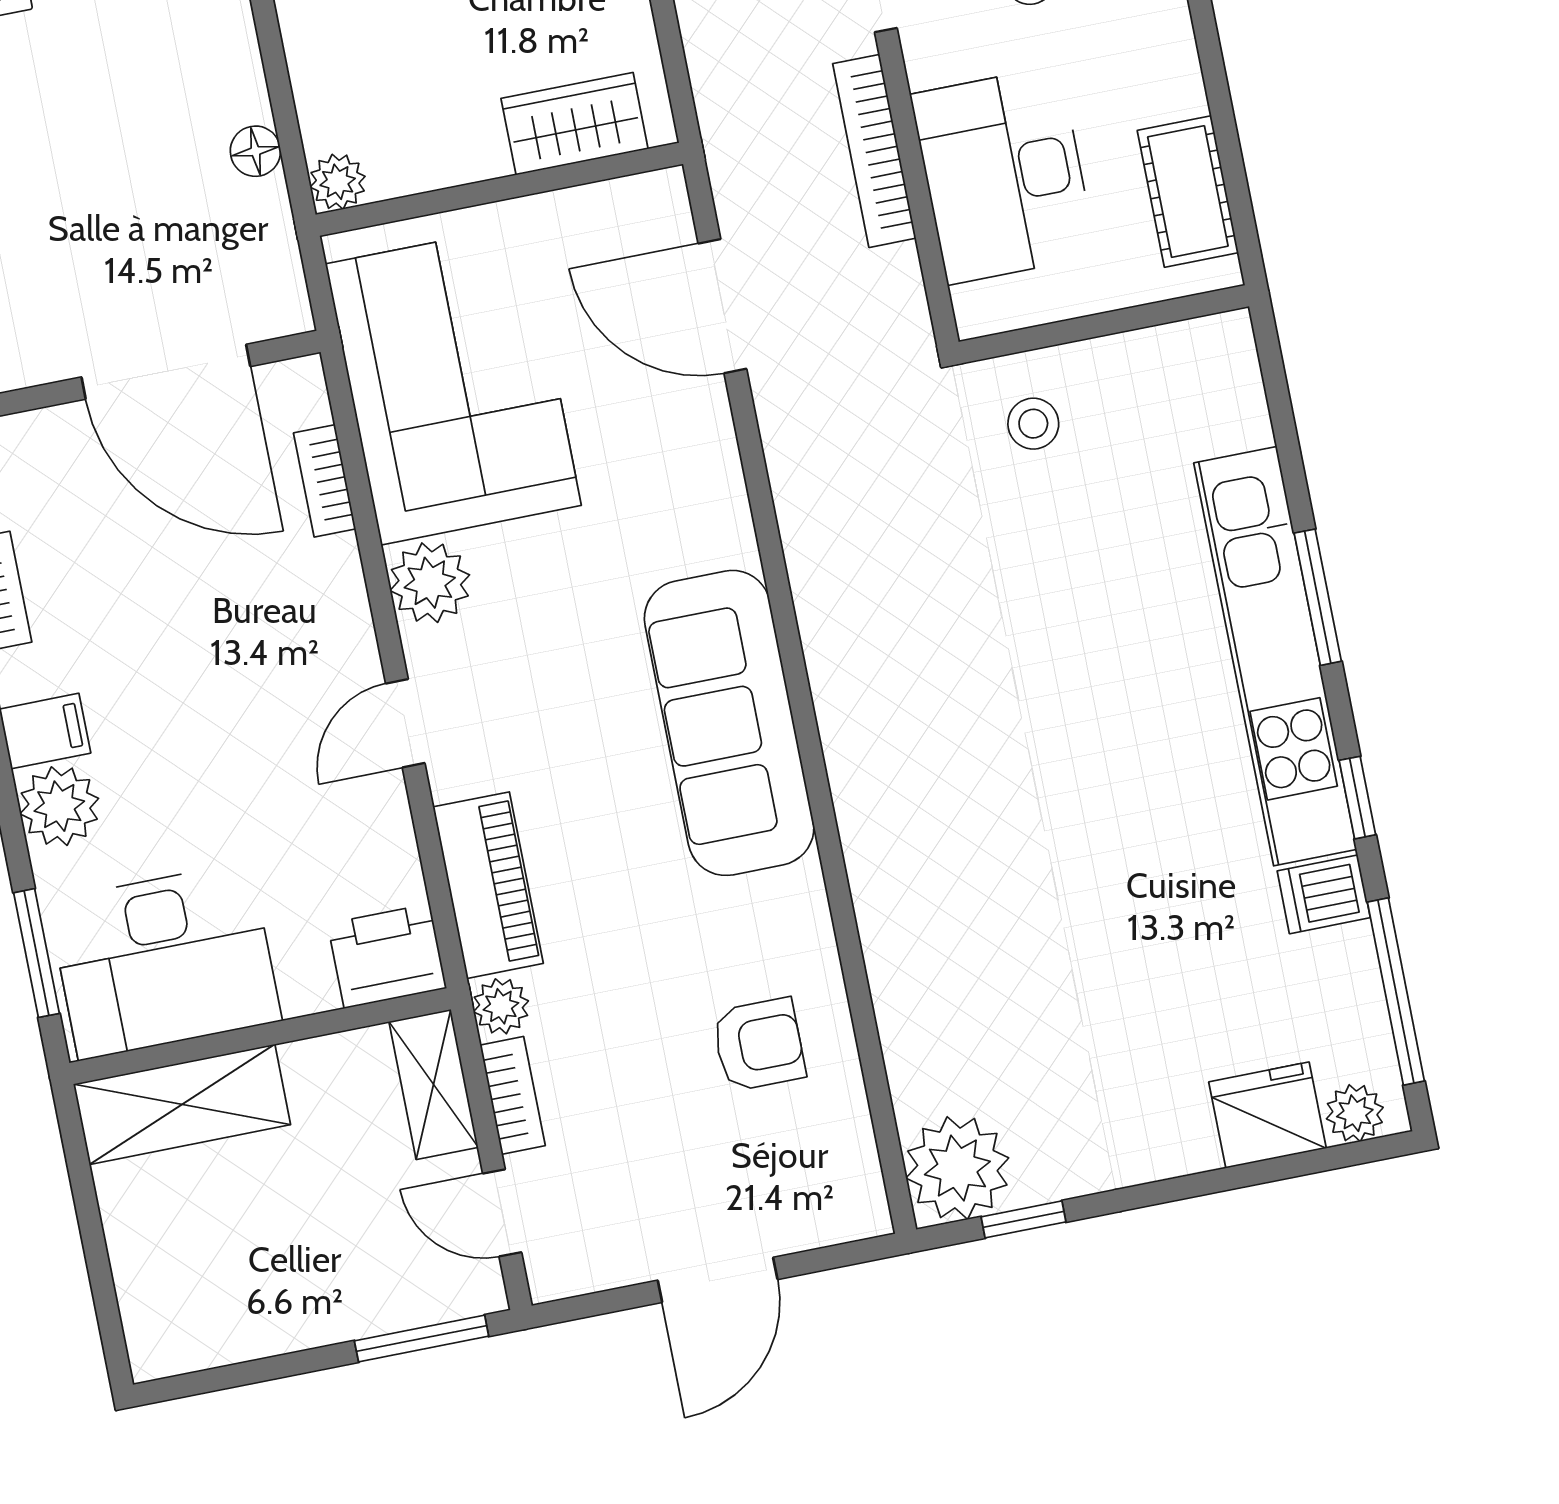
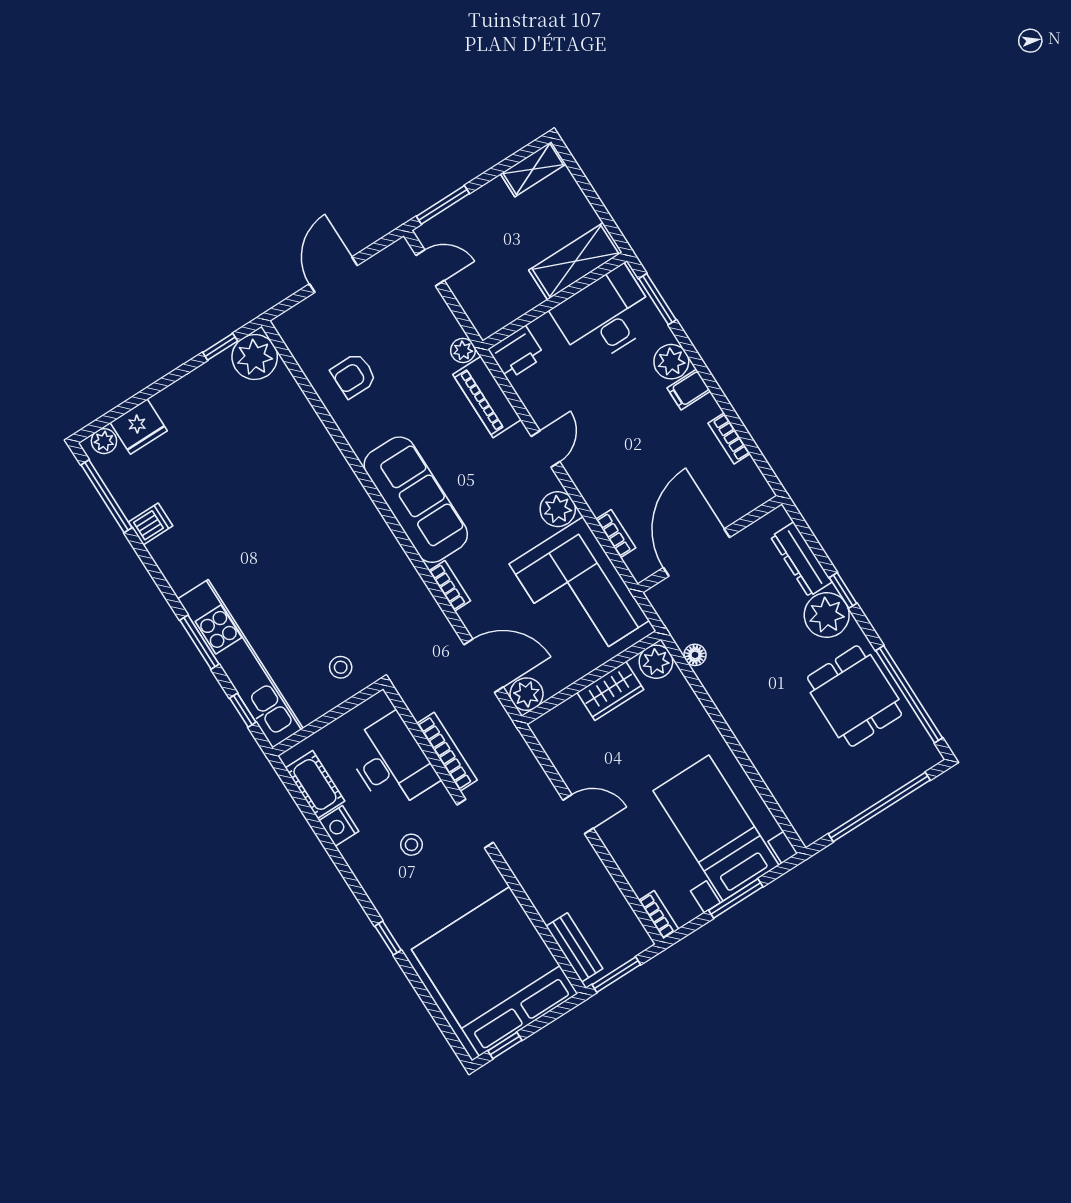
nightstand: (1171, 82) -> (339, 826), added
wardrobe: (575, 124) -> (610, 691), moved
plant: (338, 182) -> (656, 662), width x1.38, depth x1.38
plant: (653, 208) -> (527, 694), added
door: (166, 372) -> (696, 553), hinge flipped
kitchen unit: (1275, 656) -> (240, 664), moved
window: (1357, 798) -> (243, 710), moved
shelving: (434, 1084) -> (533, 169), moved, turned 90
bookcase: (513, 1095) -> (450, 586), moved, turned 180

